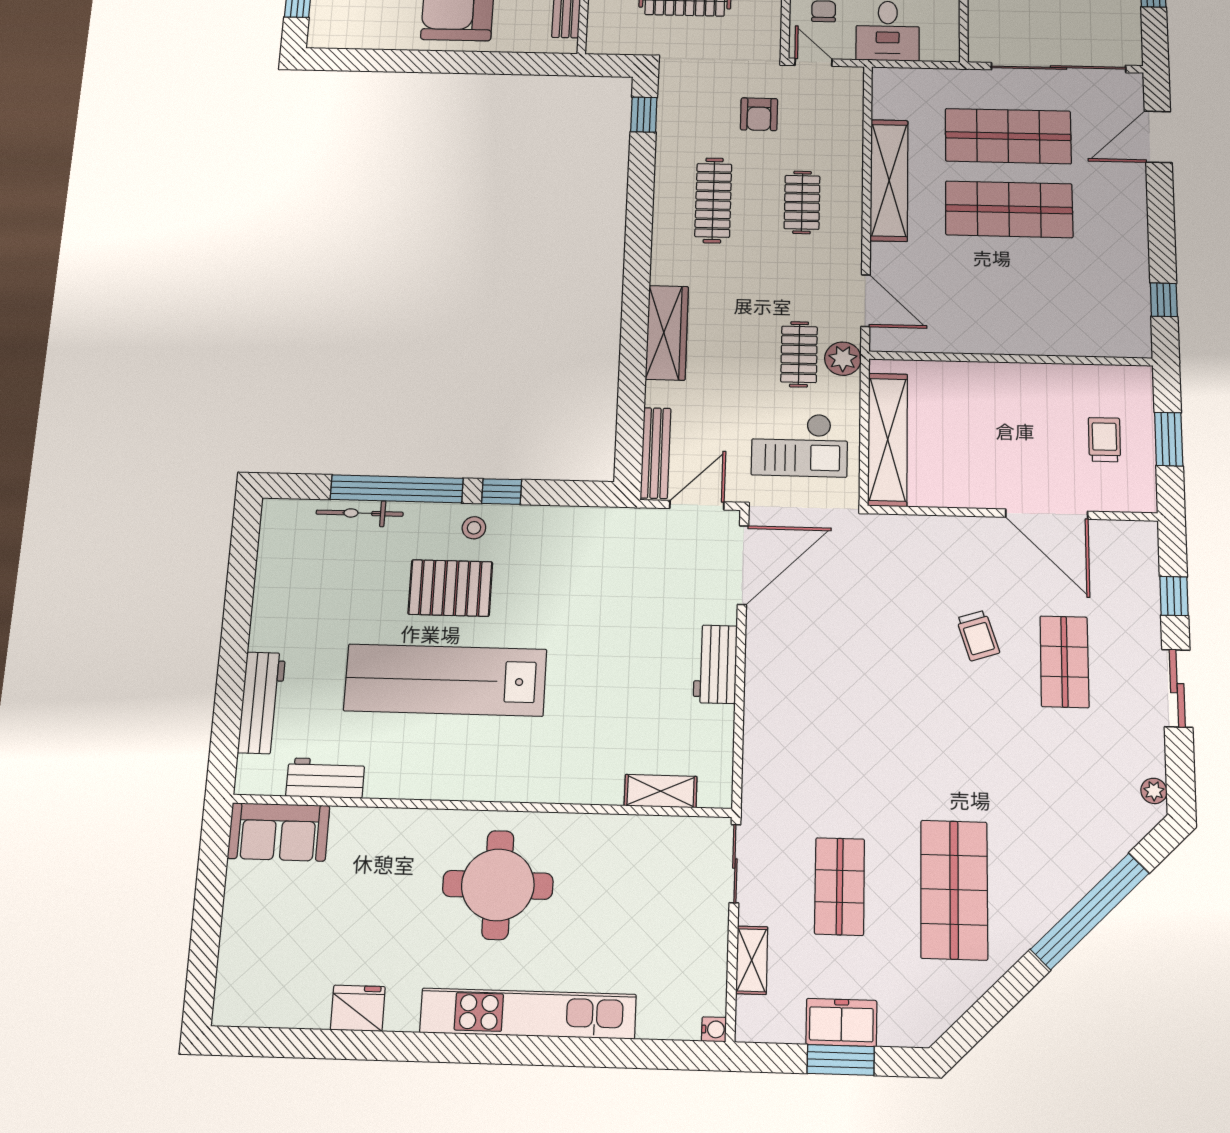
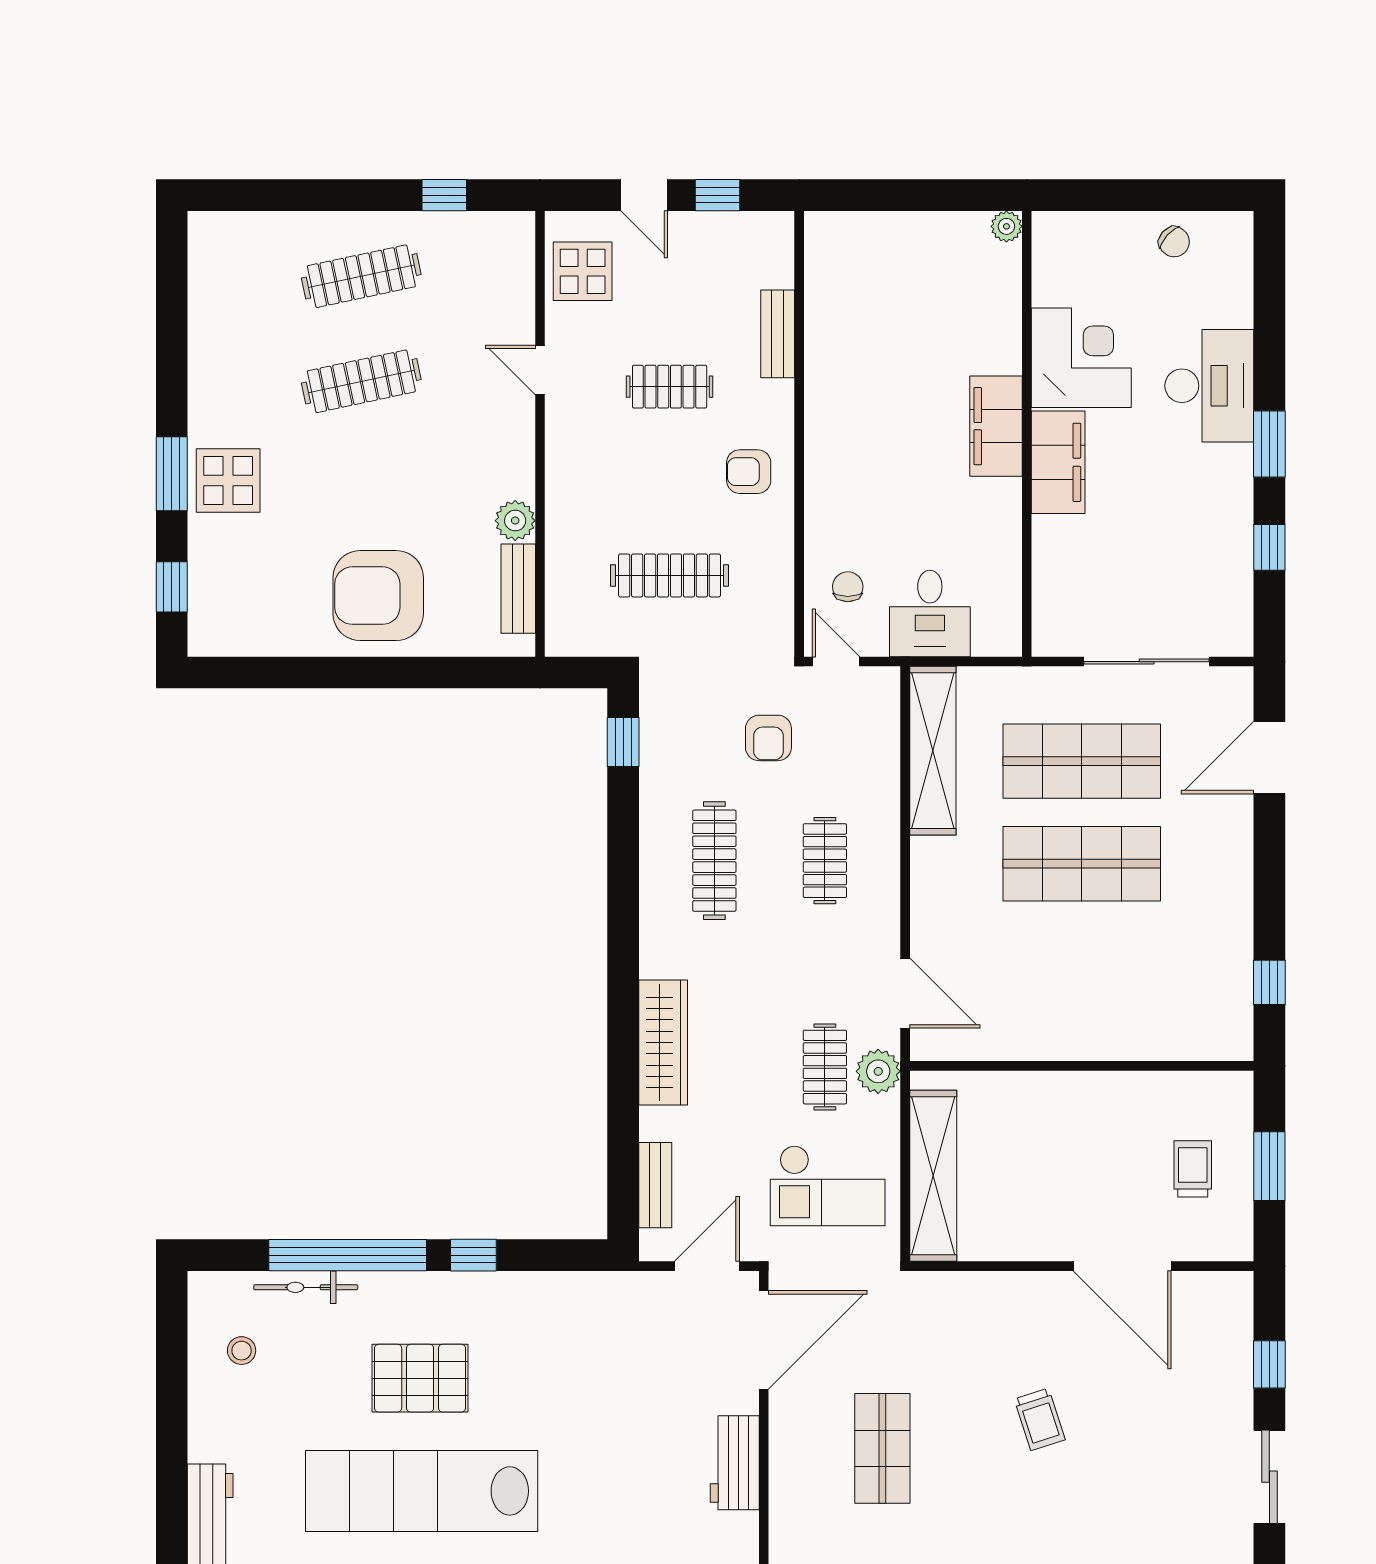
sliding door: (1059, 68) -> (1147, 662), width x0.73
shelving: (889, 180) -> (933, 751), moved
bench: (656, 453) -> (655, 1185), width x0.73
stool: (474, 528) -> (242, 1351), moved
shop shelf: (1064, 662) -> (882, 1448), moved

